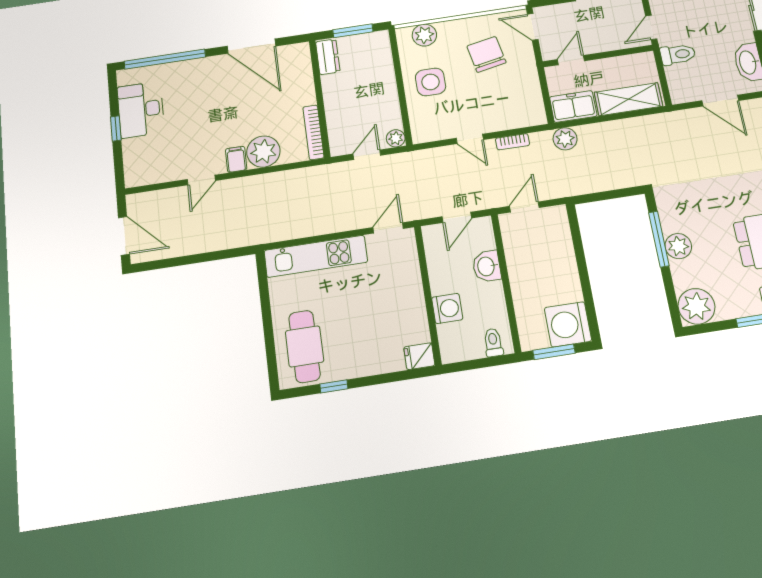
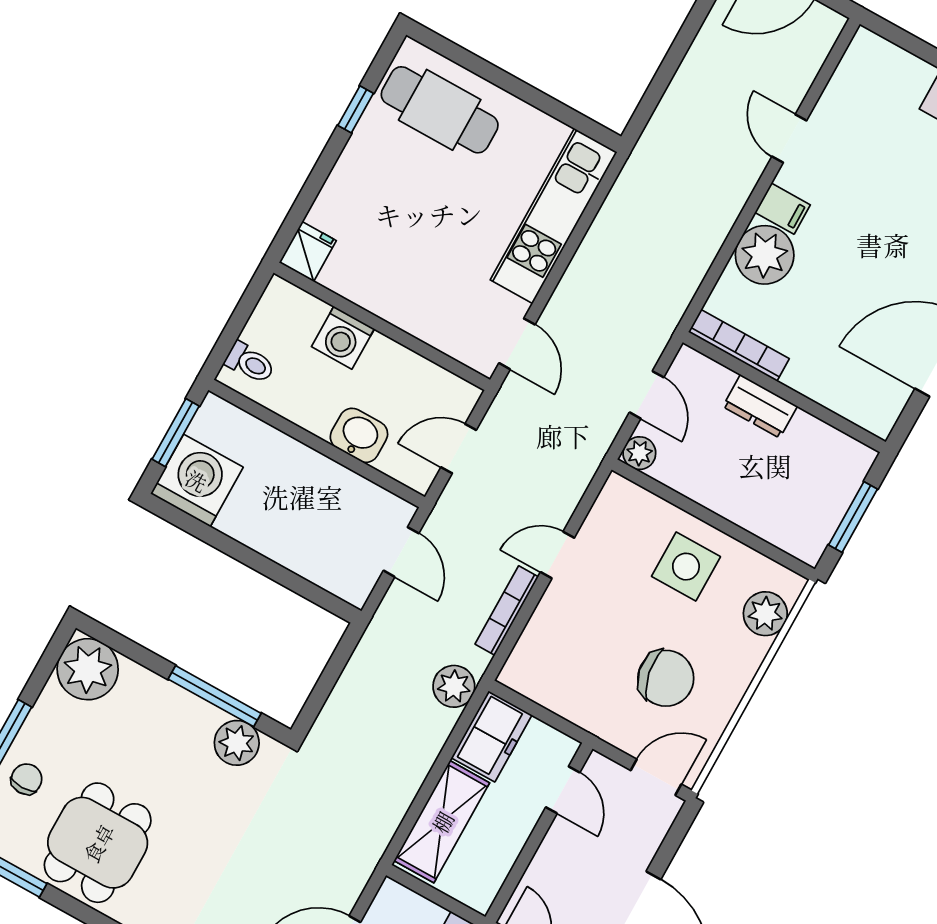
dresser: (328, 57) -> (760, 406), moved
bookcase: (513, 142) -> (507, 611), width x1.56
door: (457, 217) -> (459, 449), hinge flipped
plant: (678, 246) -> (237, 743), moved

